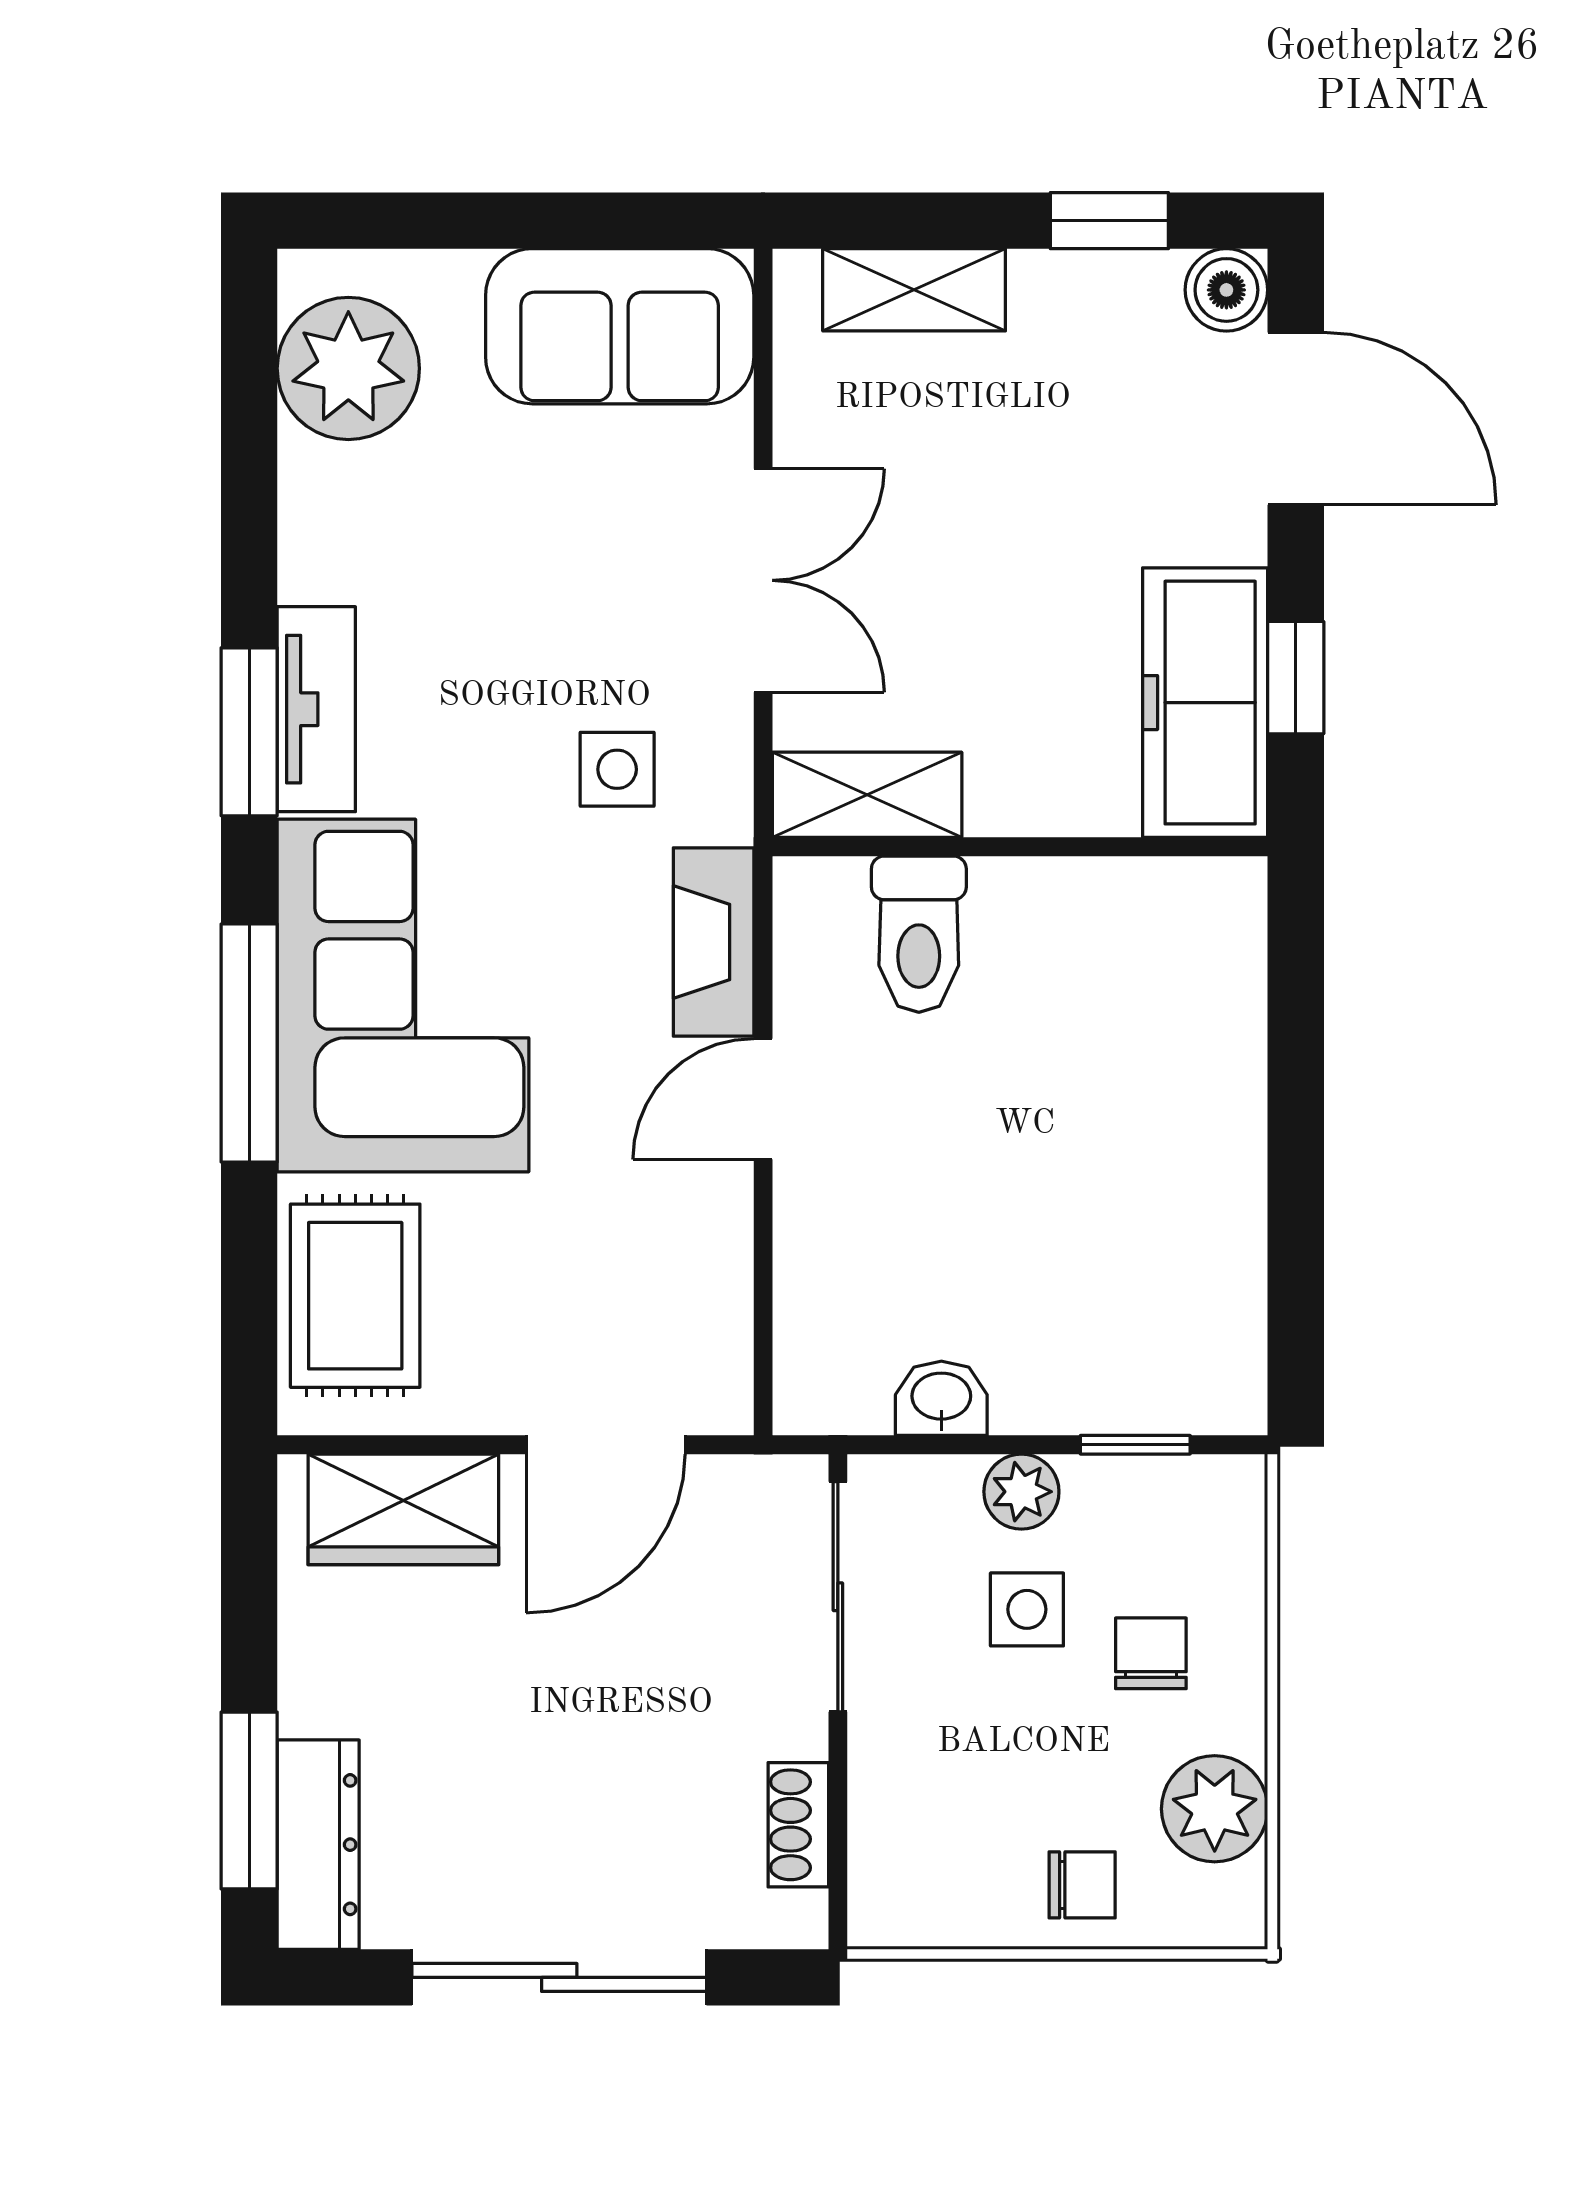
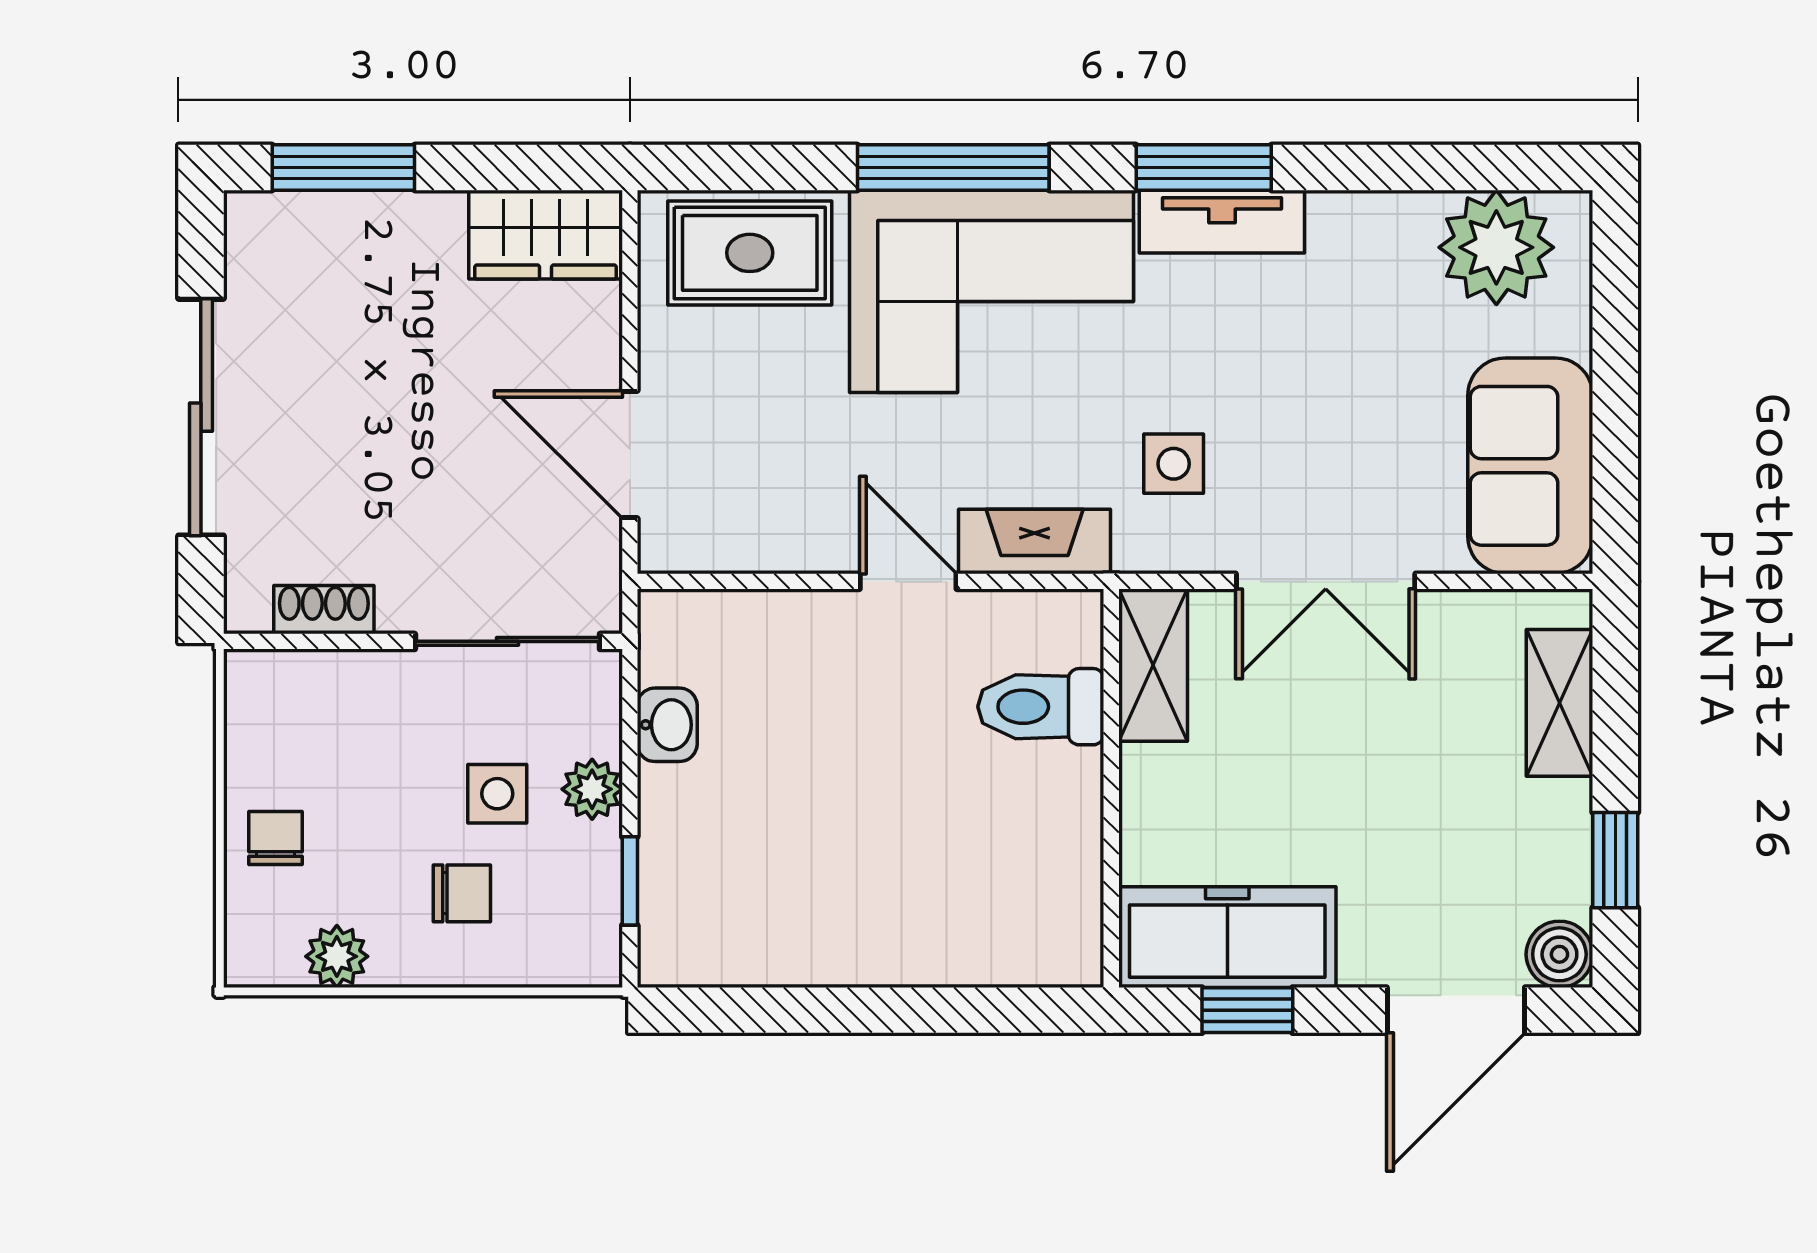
wardrobe: (403, 1509) -> (546, 235), moved, turned -90
plant: (1215, 1809) -> (337, 956), width x0.73, depth x0.73
dresser: (318, 1845) -> (308, 223), removed
chair: (1082, 1885) -> (275, 838), turned 180

